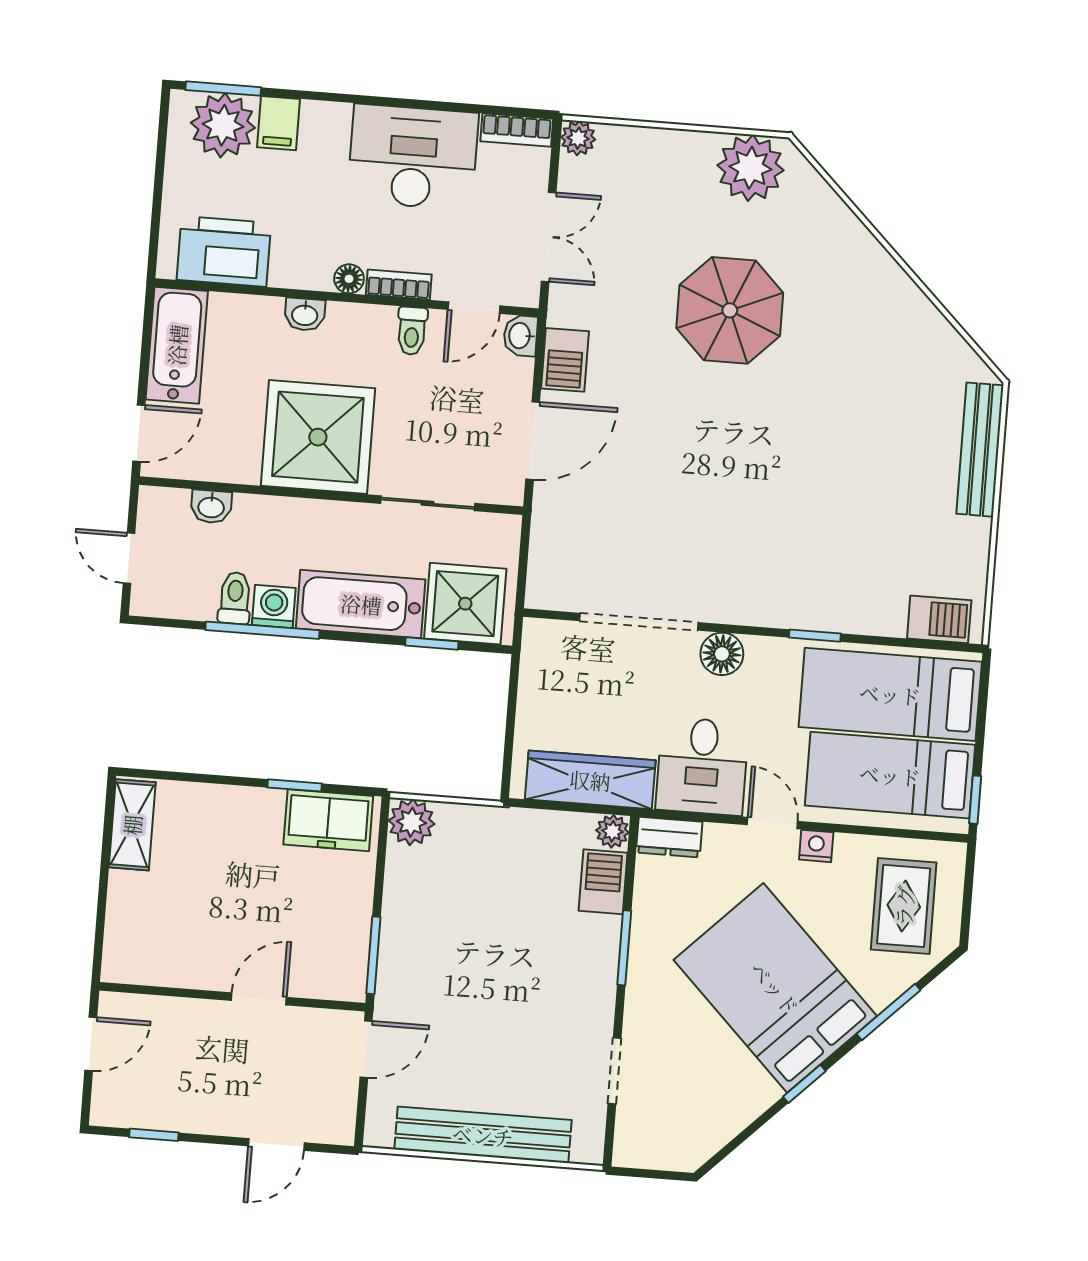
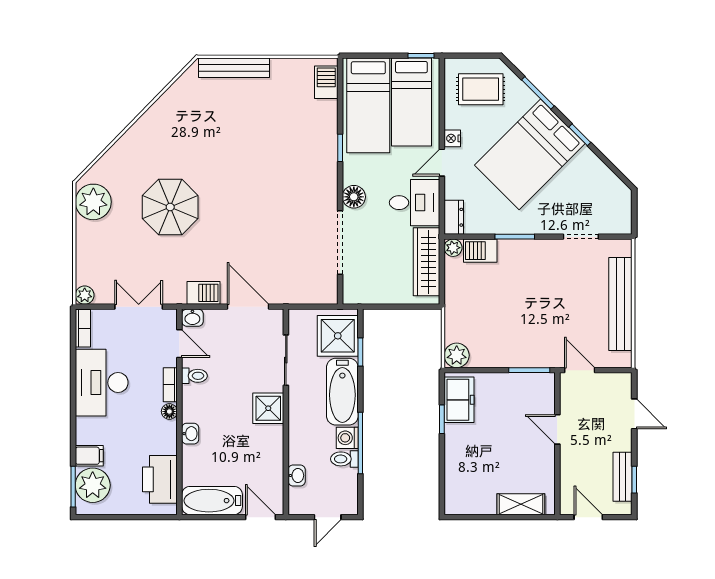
shower: (318, 437) -> (268, 408), width x0.54, depth x0.54
shelving: (132, 825) -> (521, 504), moved
bench: (161, 1113) -> (623, 477), added

